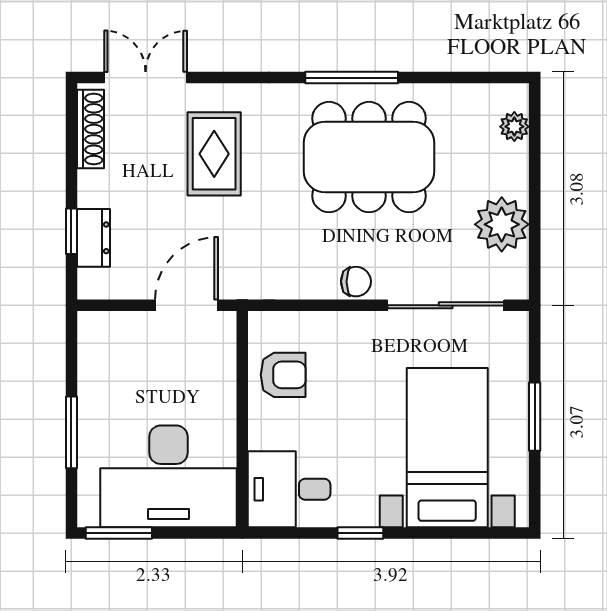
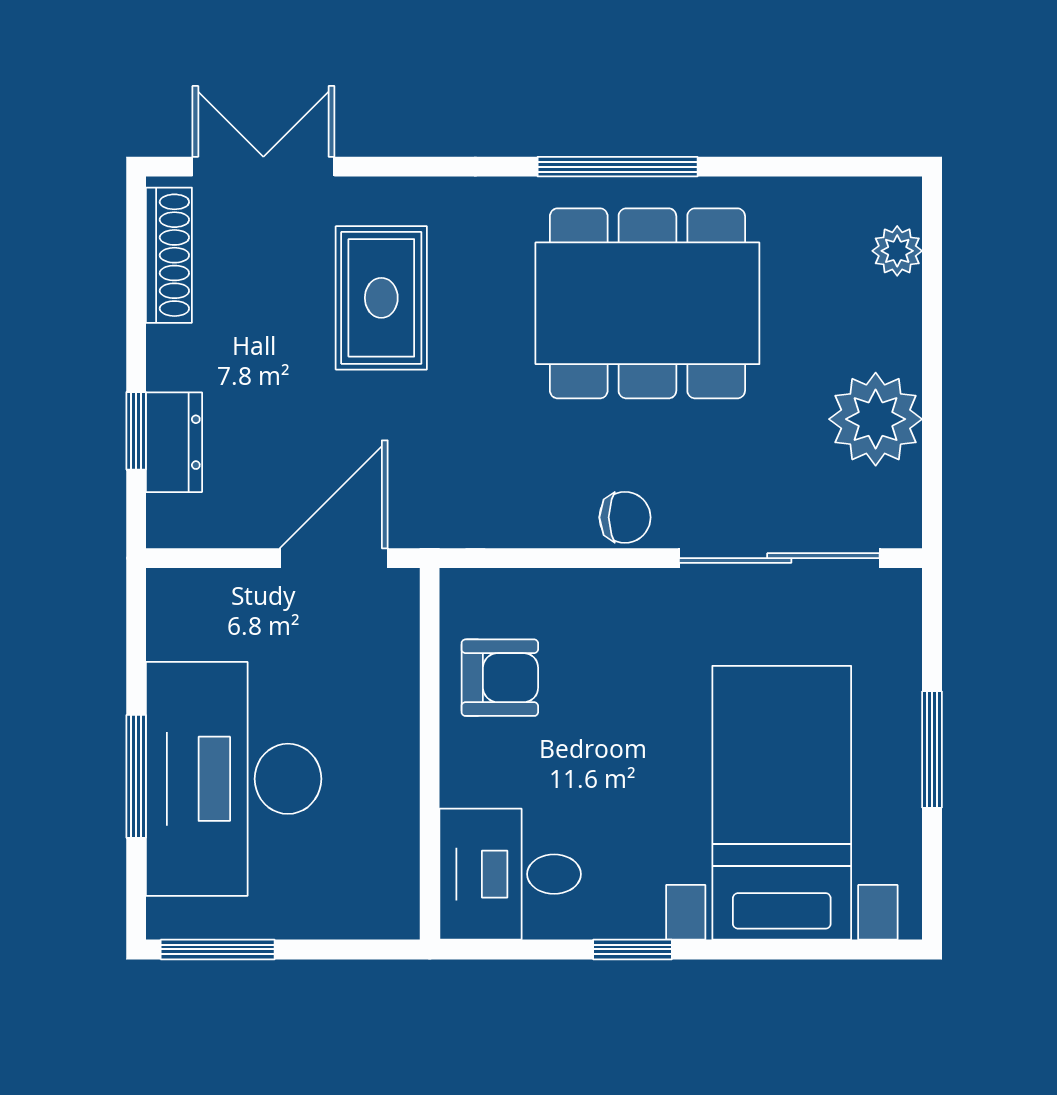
desk: (168, 476) -> (234, 779), moved, turned 90

